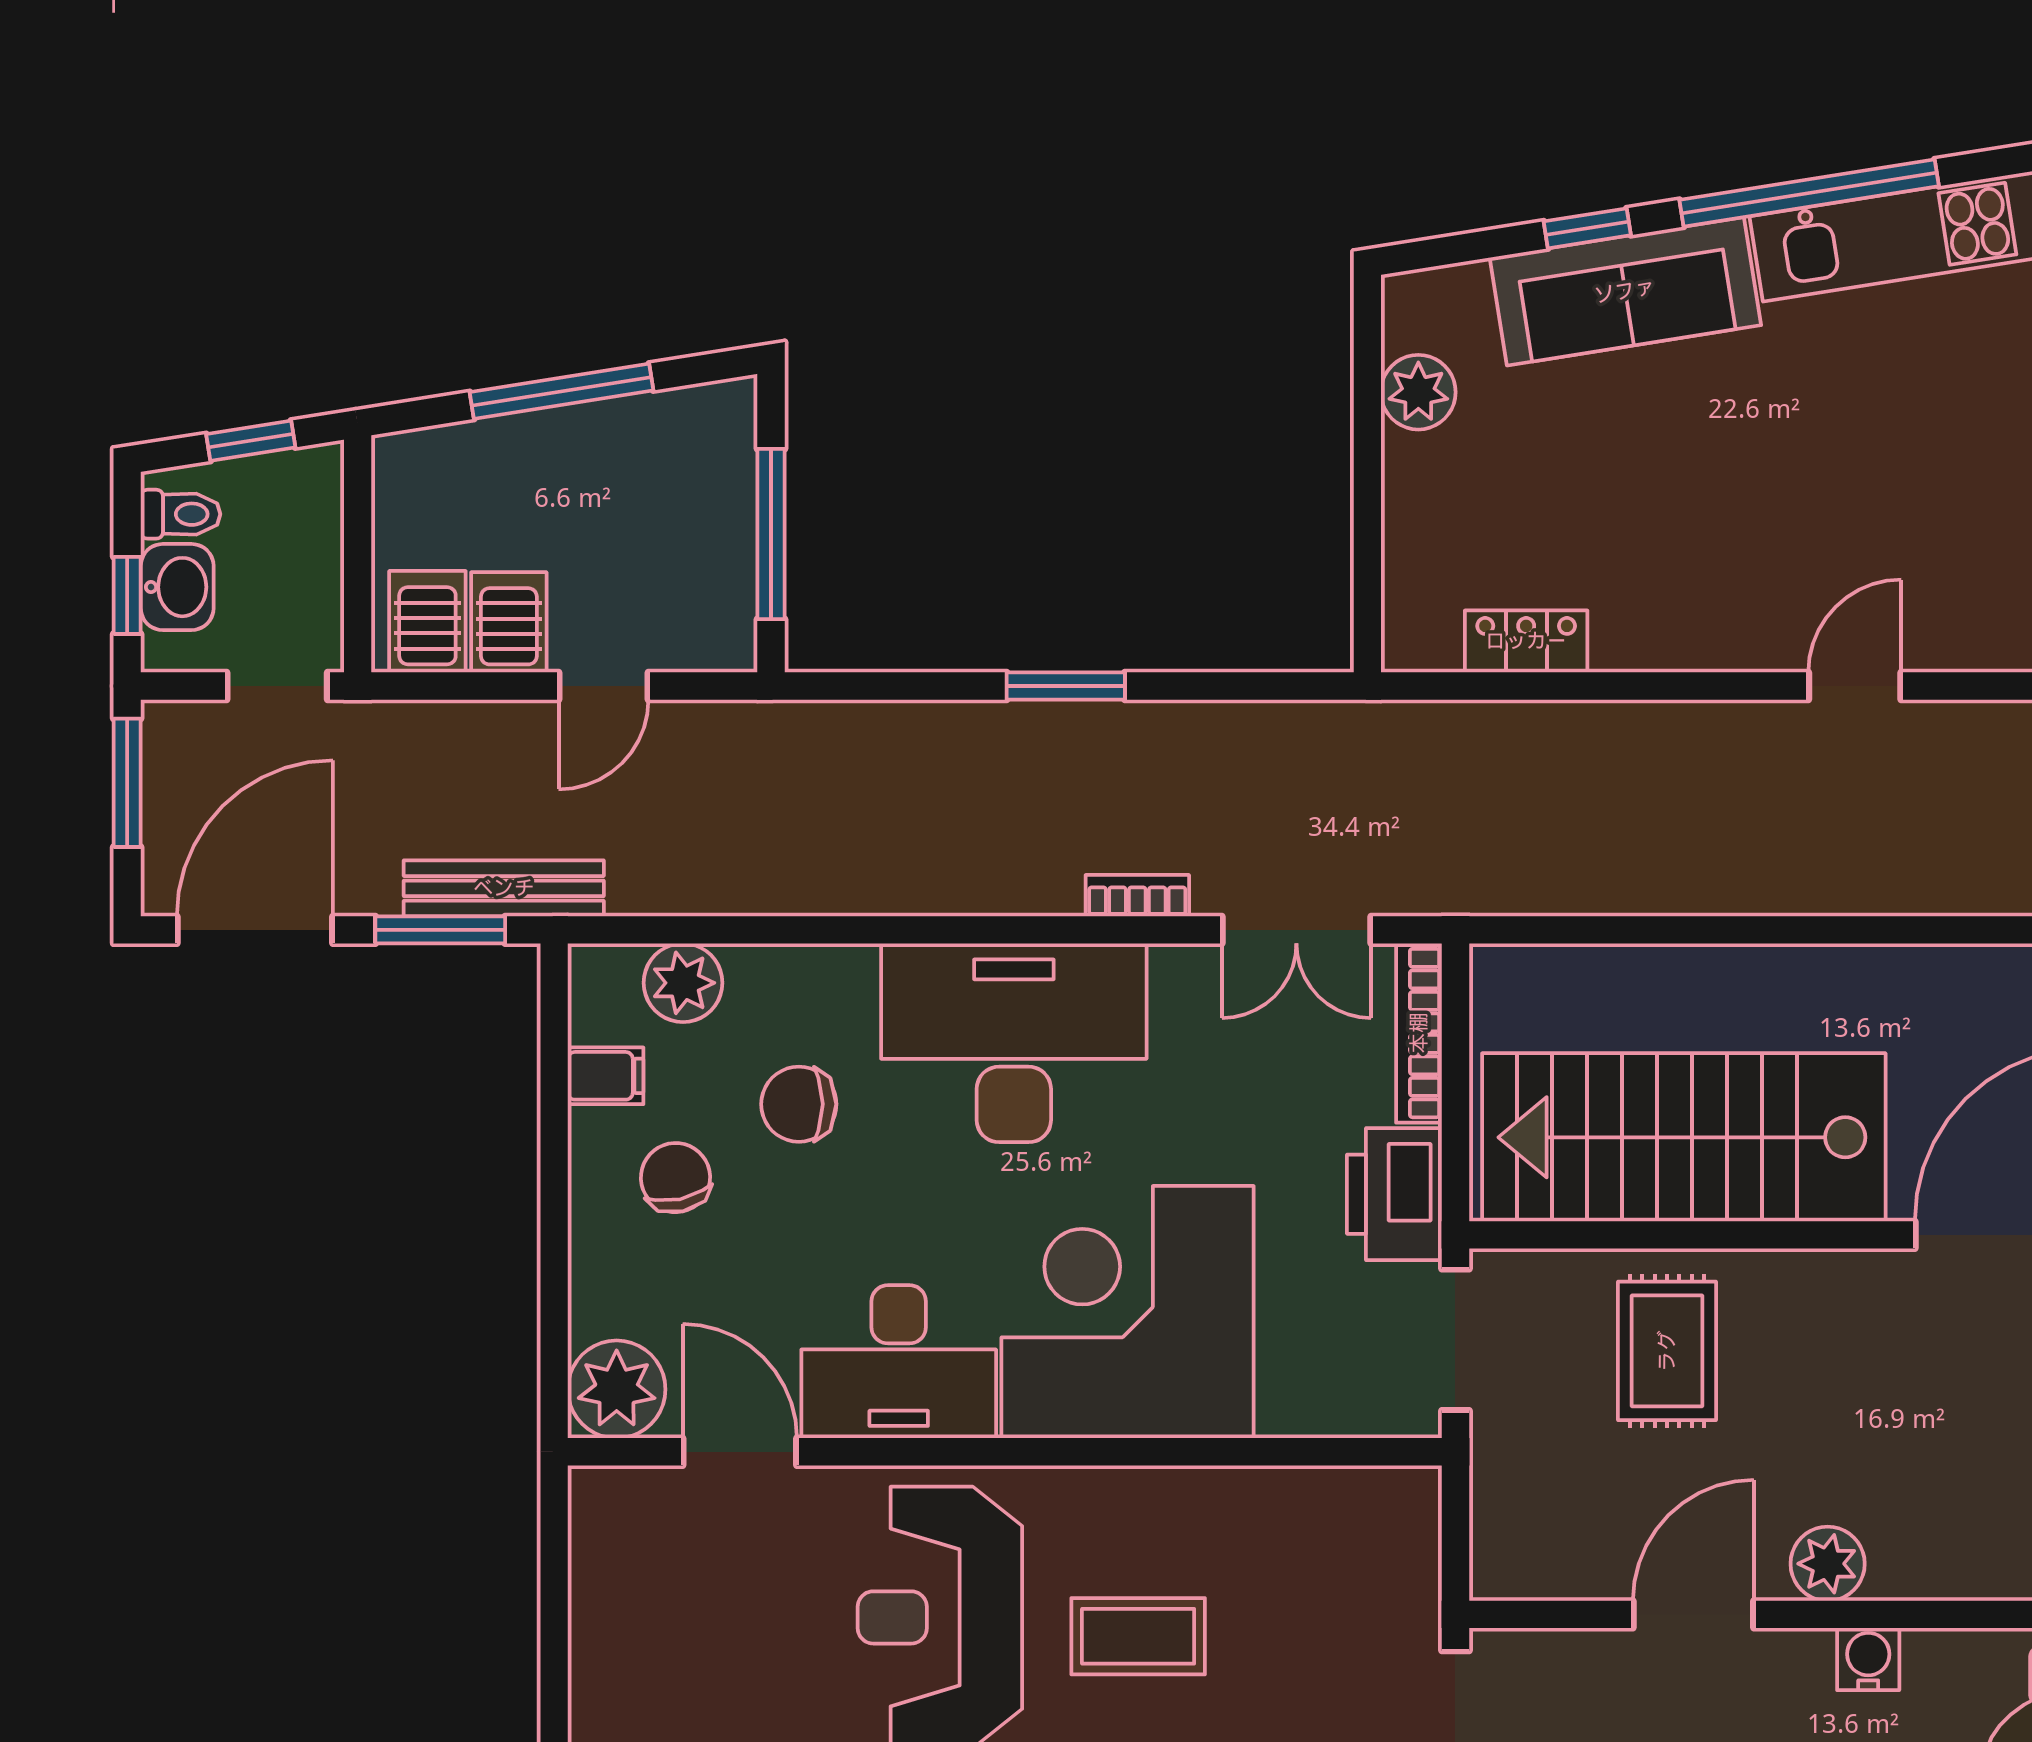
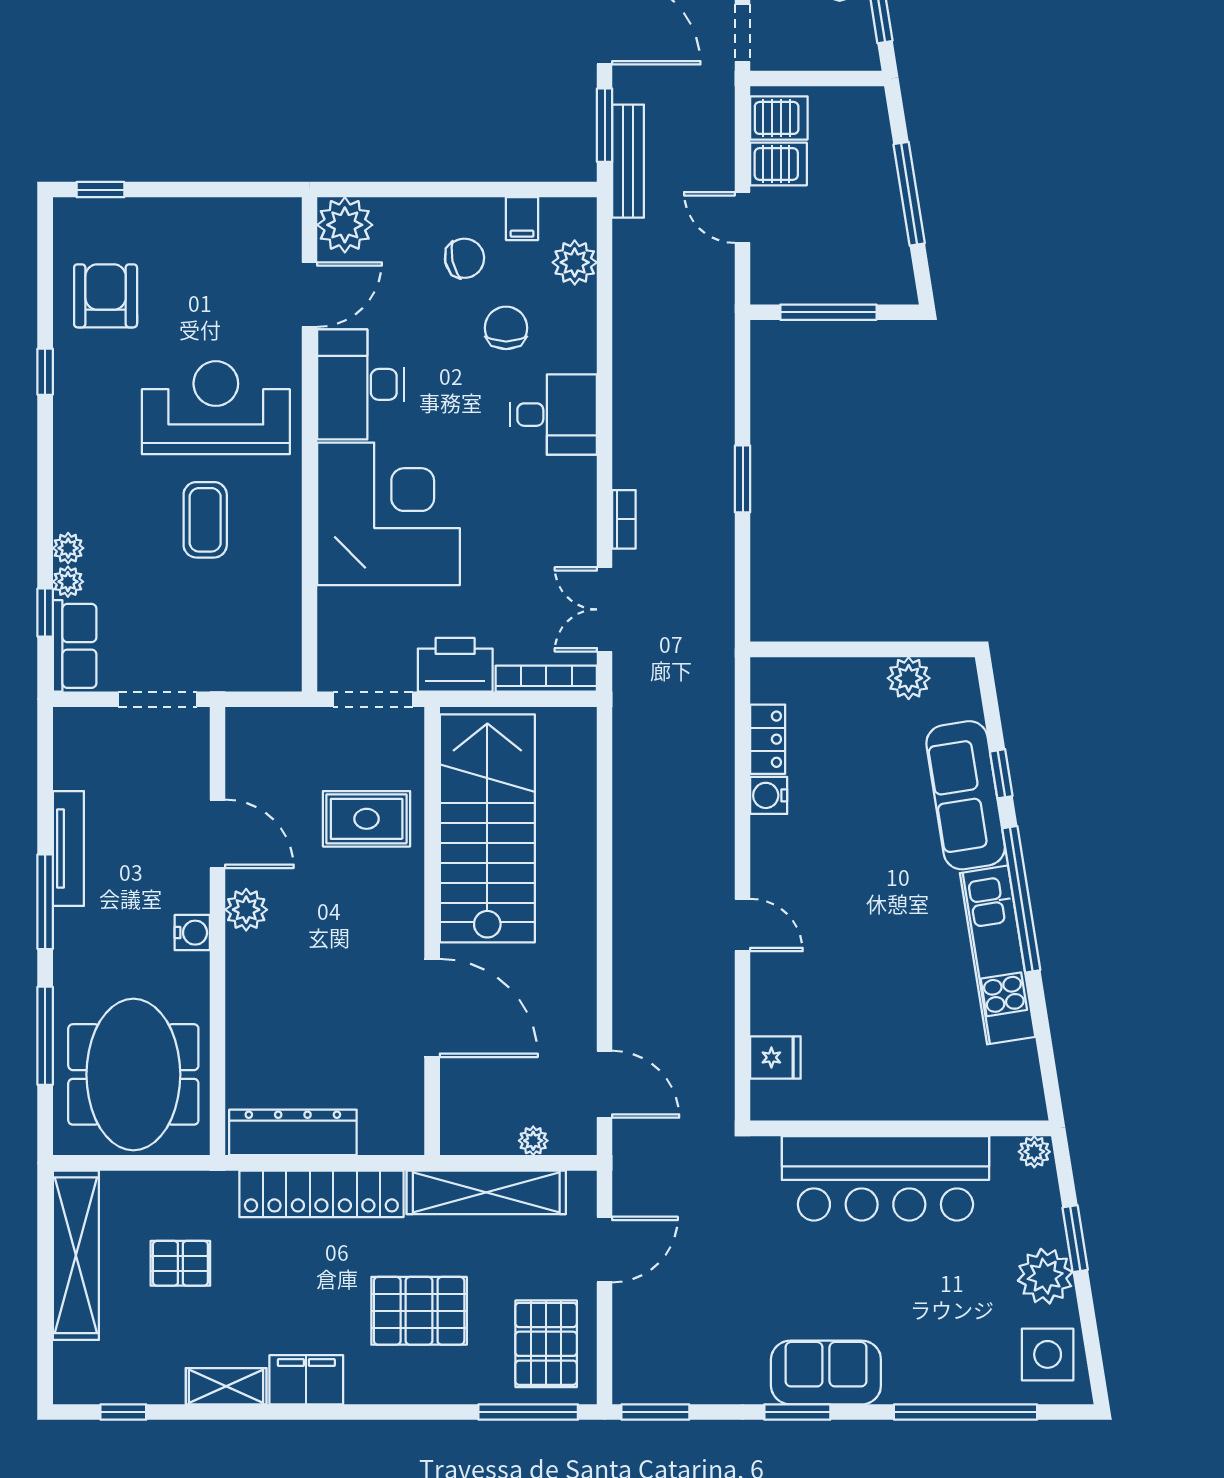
water cooler: (1626, 640) -> (769, 795), added
desk: (1014, 1043) -> (554, 415), width x0.53, depth x0.77

